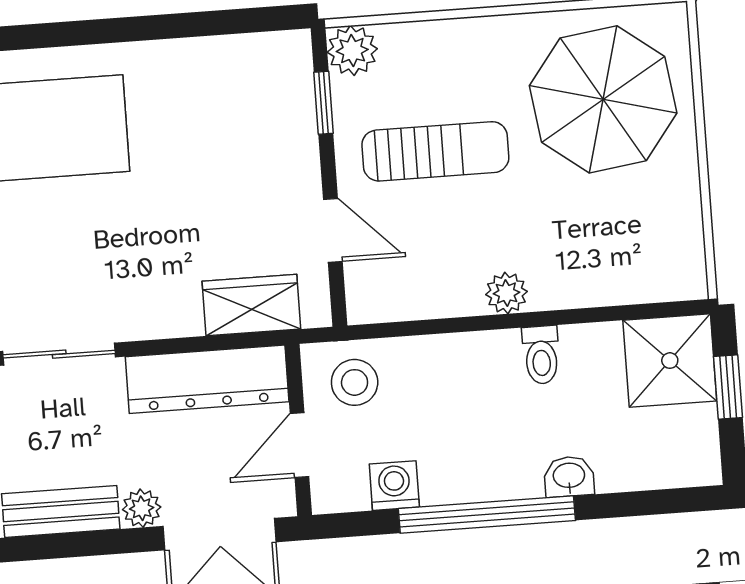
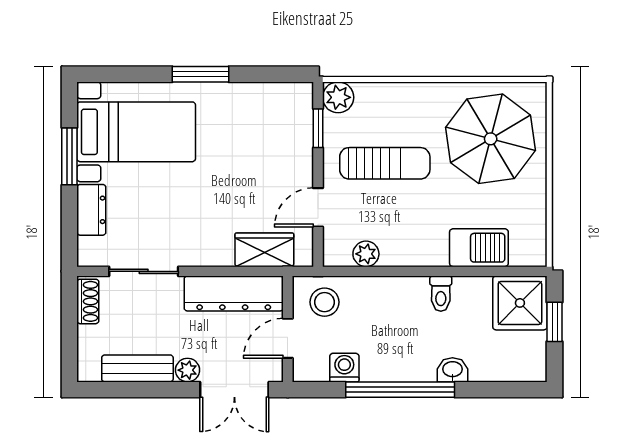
window: (128, 29) -> (200, 74), added
door: (333, 230) -> (318, 207), swing flipped
barbecue: (597, 276) -> (479, 248), added
plant: (506, 293) -> (366, 254), moved

